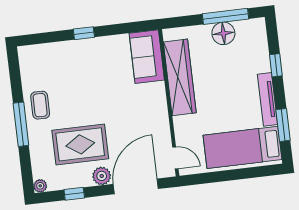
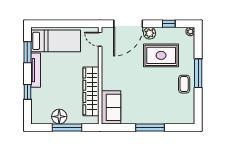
window: (226, 16) -> (67, 128), moved
window: (84, 33) -> (150, 128), width x2.17

